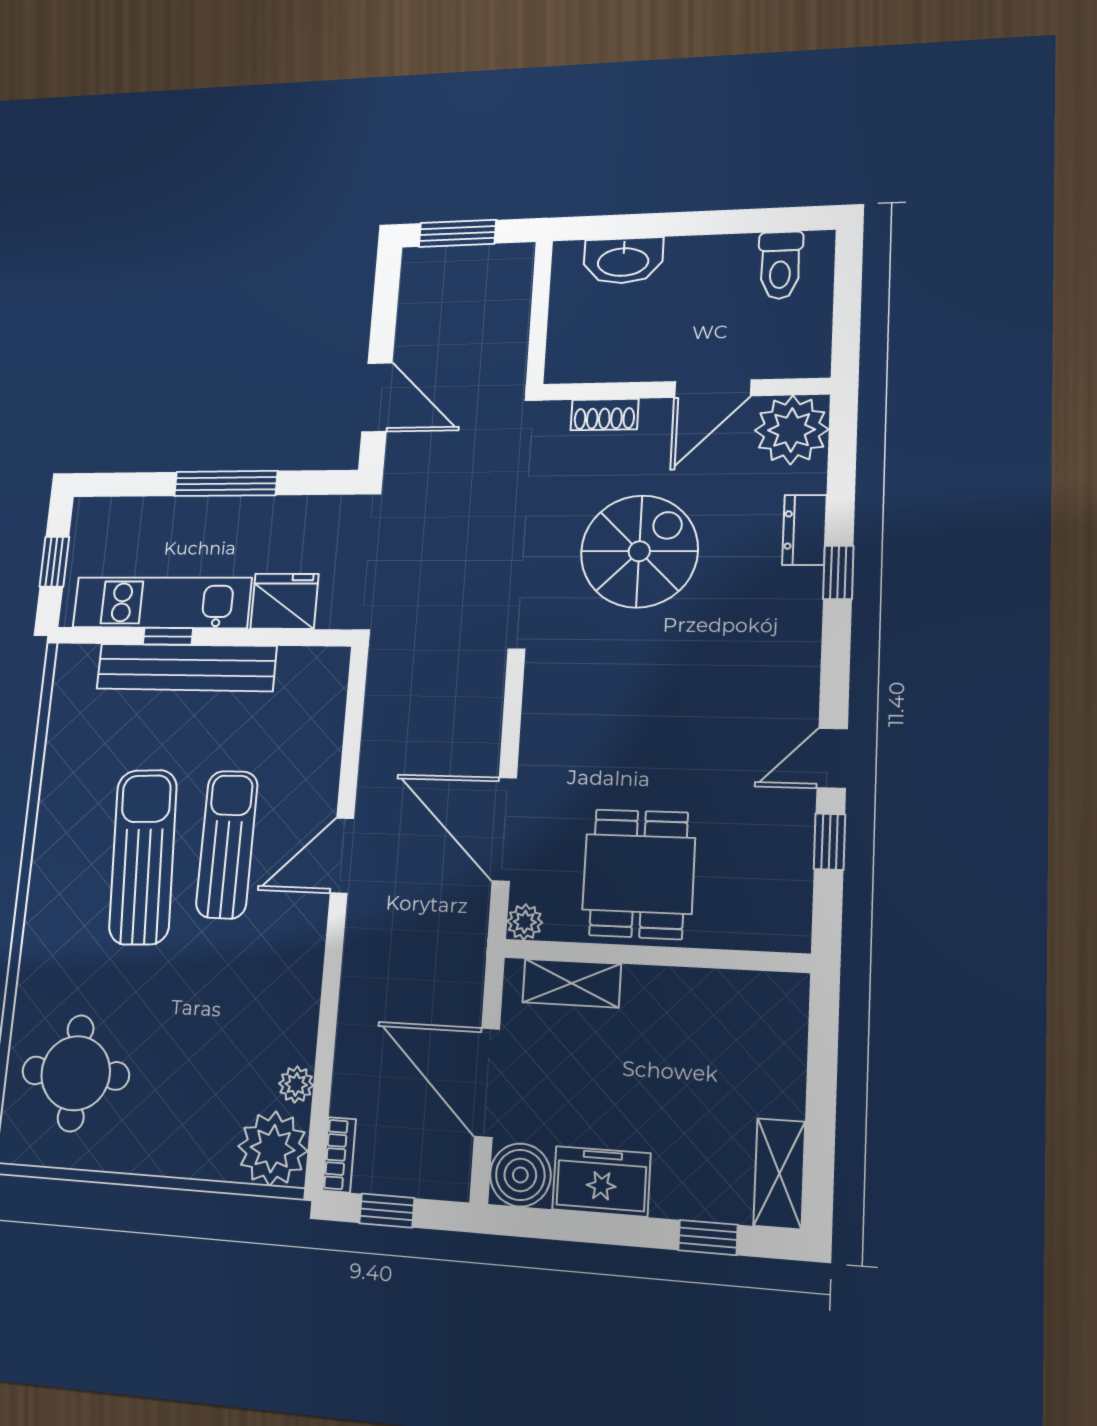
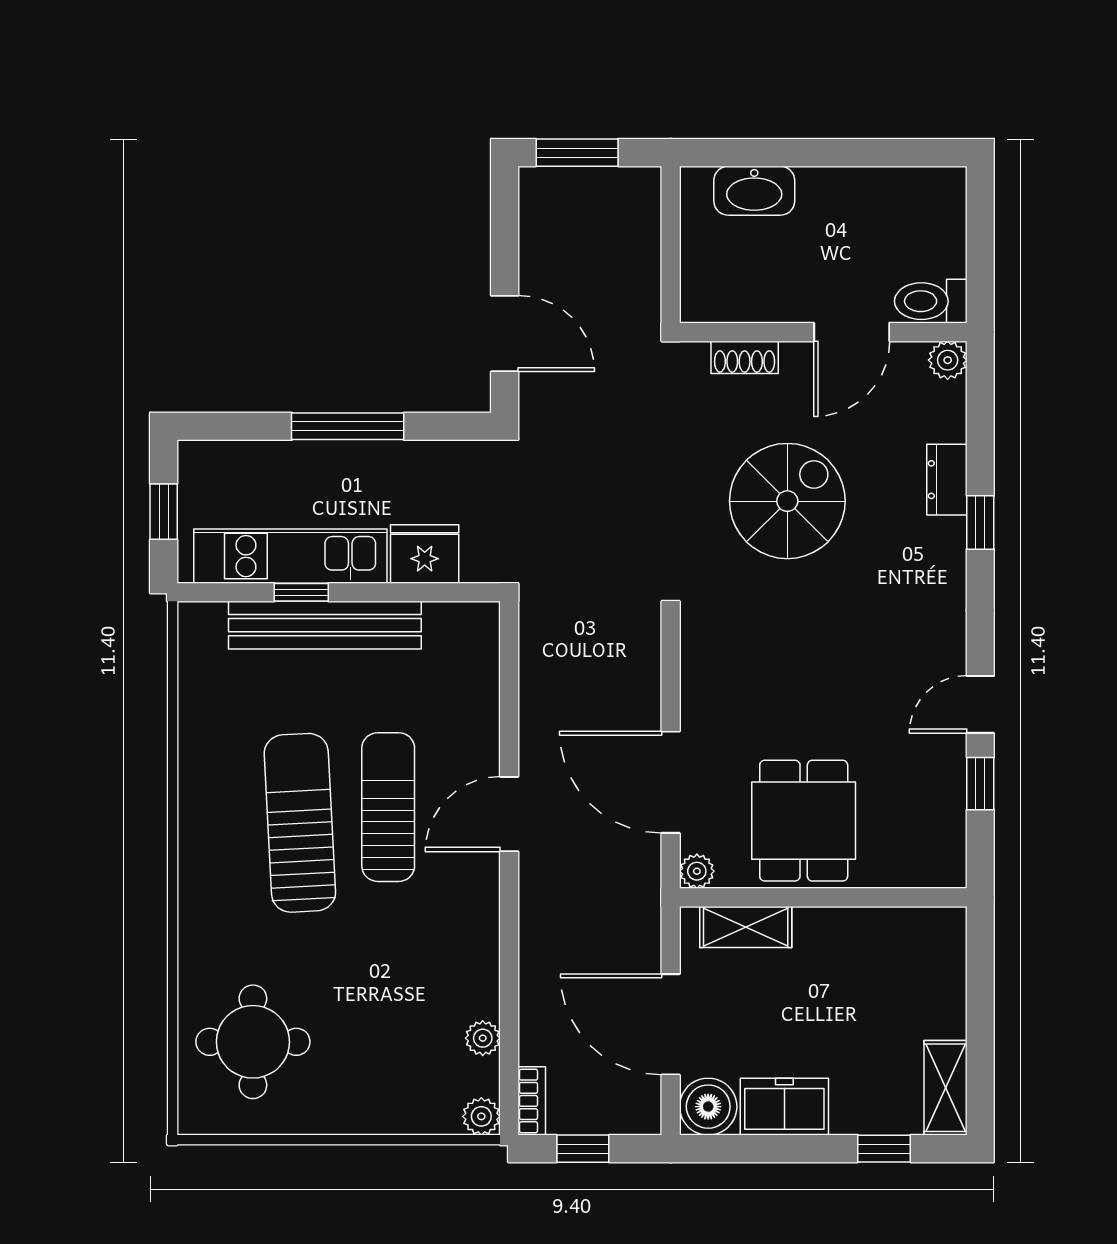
toilet: (780, 265) -> (931, 301), moved, turned 90
plant: (792, 430) -> (948, 360), width x0.53, depth x0.53
plant: (273, 1149) -> (481, 1116), width x0.53, depth x0.53

